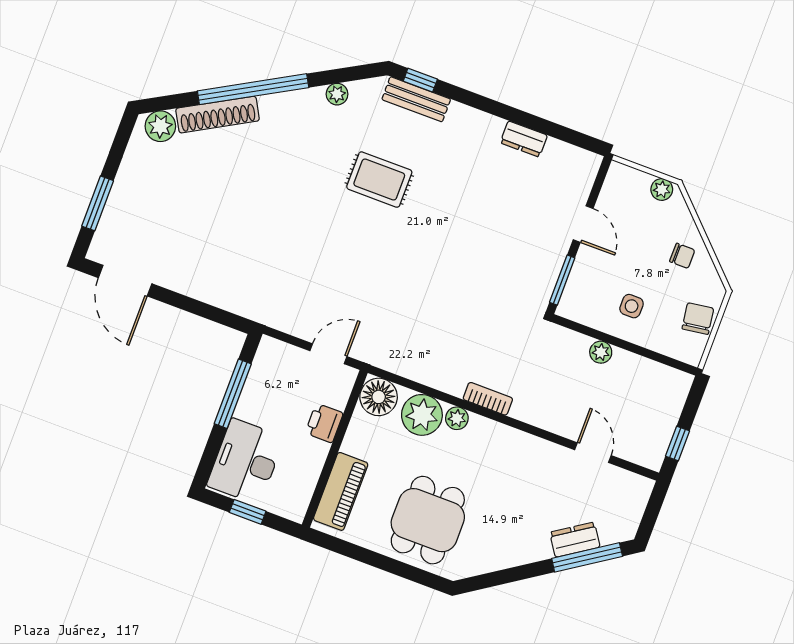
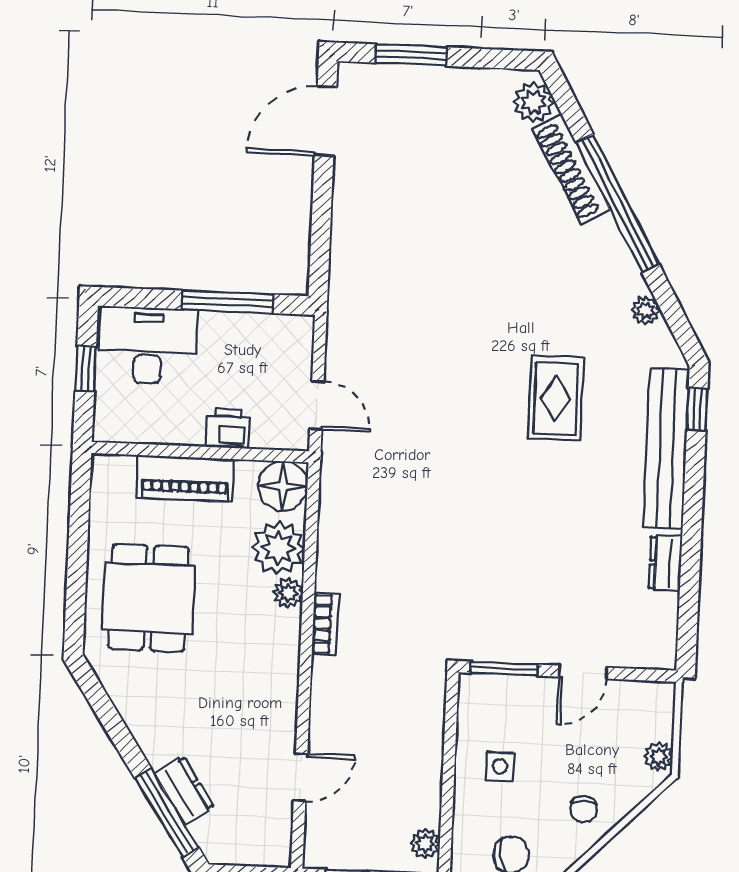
bench: (416, 99) -> (666, 449), width x1.86, depth x1.21
plant: (601, 352) -> (425, 843), moved
piano: (341, 491) -> (185, 479), moved
dining table: (428, 520) -> (149, 598), turned 90

